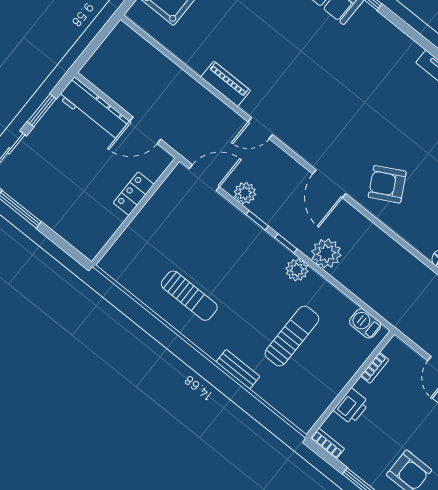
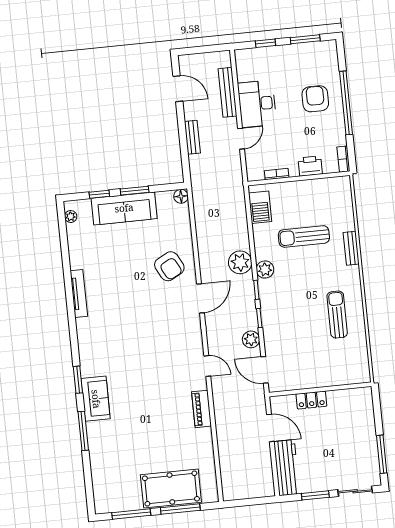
barbecue: (365, 323) -> (260, 207), width x1.38, depth x1.27

